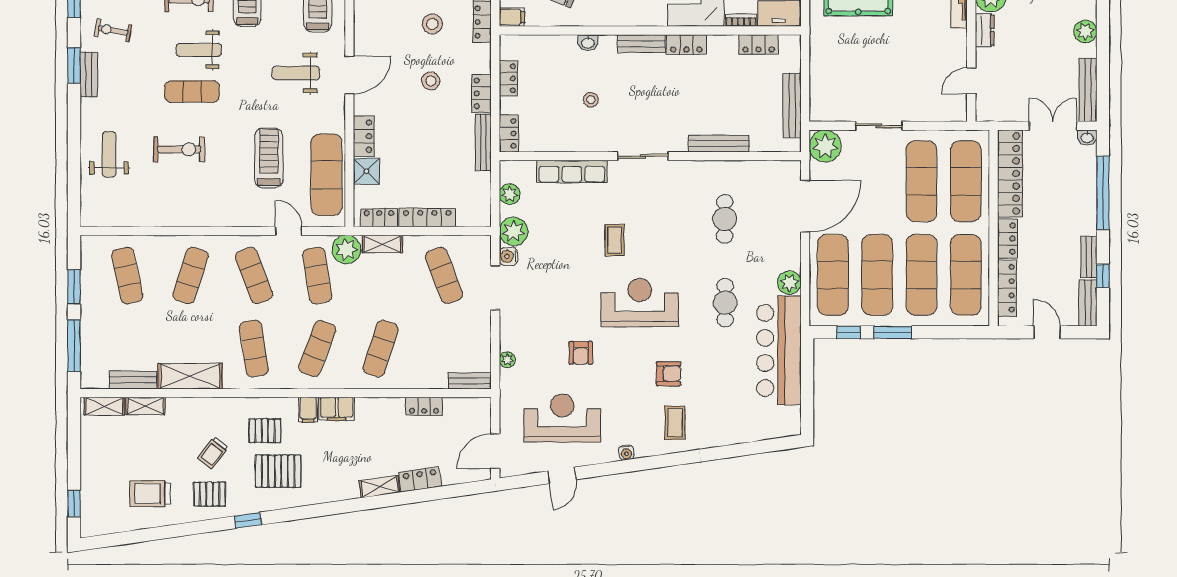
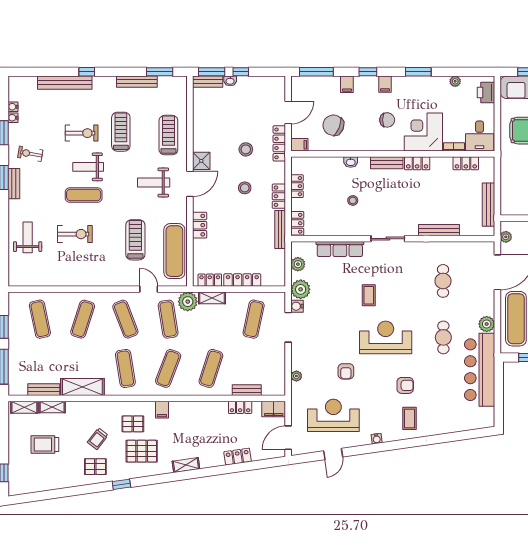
plant: (825, 146) -> (506, 237), width x0.53, depth x0.53
shower: (366, 171) -> (201, 161), moved
exercise mat: (444, 276) -> (254, 319), turned 33
bench: (470, 381) -> (247, 390), moved
filing cabinet: (337, 409) -> (274, 409), moved
shelving: (380, 487) -> (186, 465), moved
trolley: (150, 494) -> (45, 444), moved

